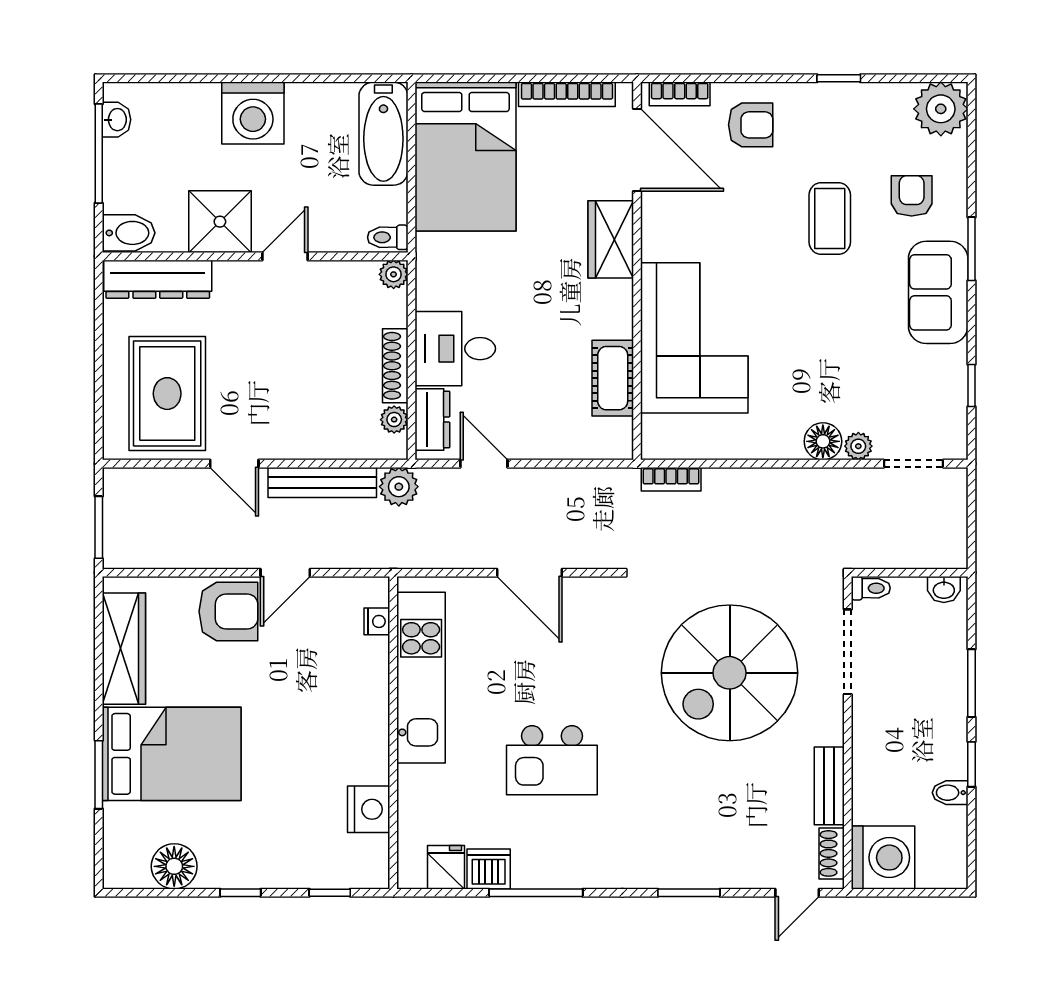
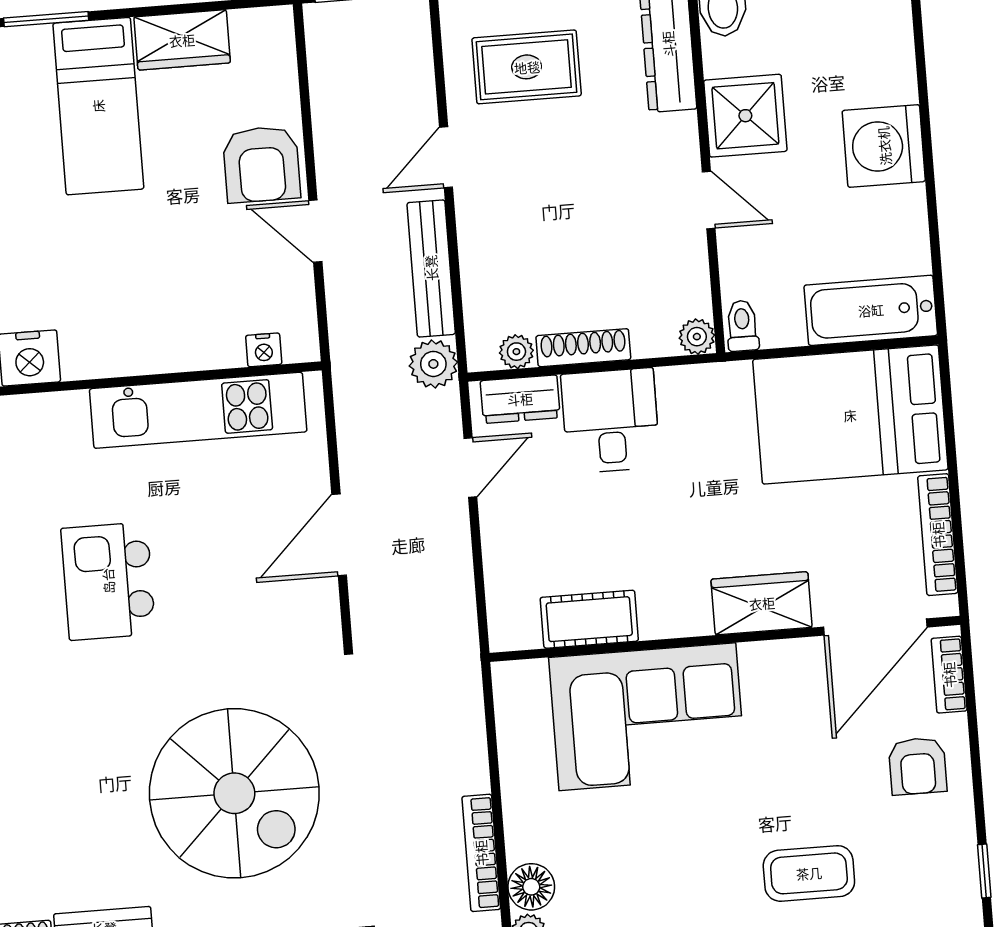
rug: (167, 394) -> (527, 67), width x0.73, depth x0.70
bookcase: (671, 479) -> (481, 853), moved, width x1.56
wardrobe: (124, 649) -> (182, 40), width x0.67
spiral stairs: (730, 673) -> (234, 793), turned 180
bed: (172, 754) -> (98, 106), width x0.67

